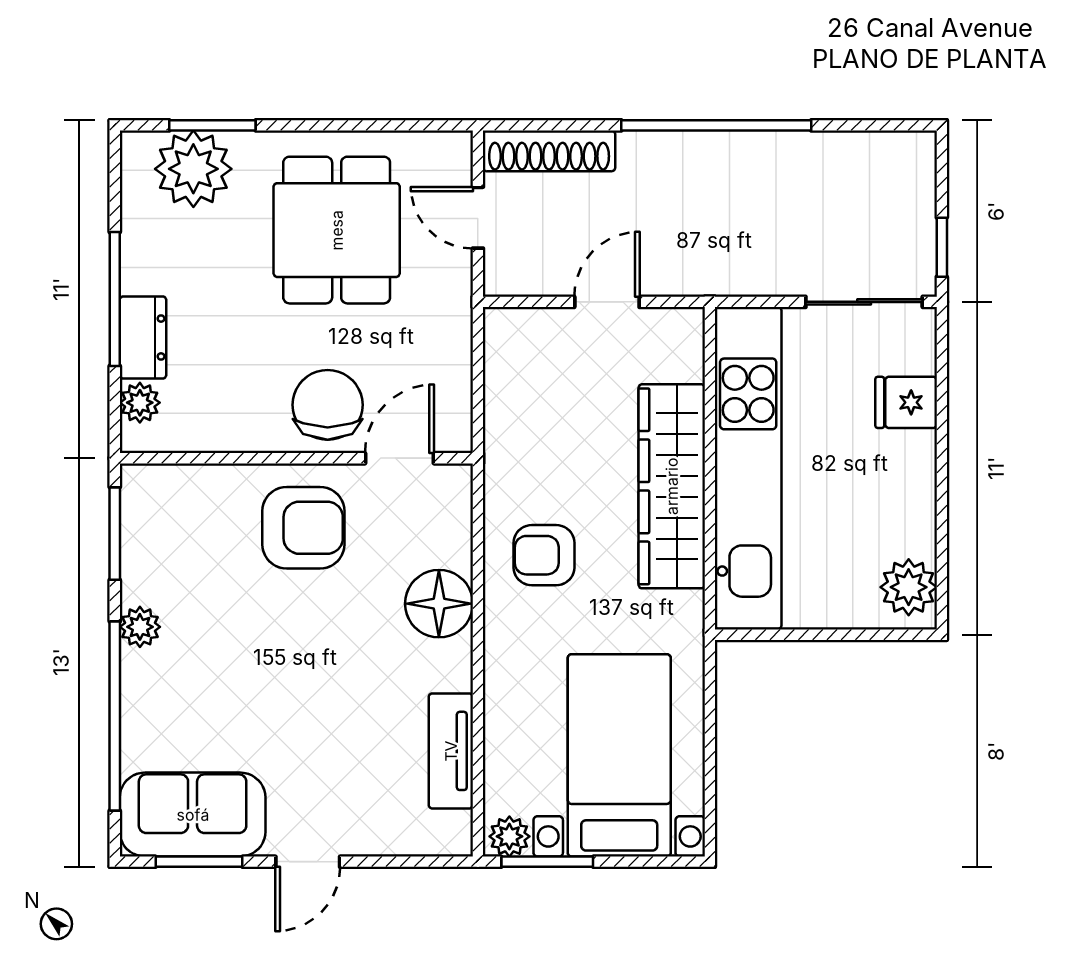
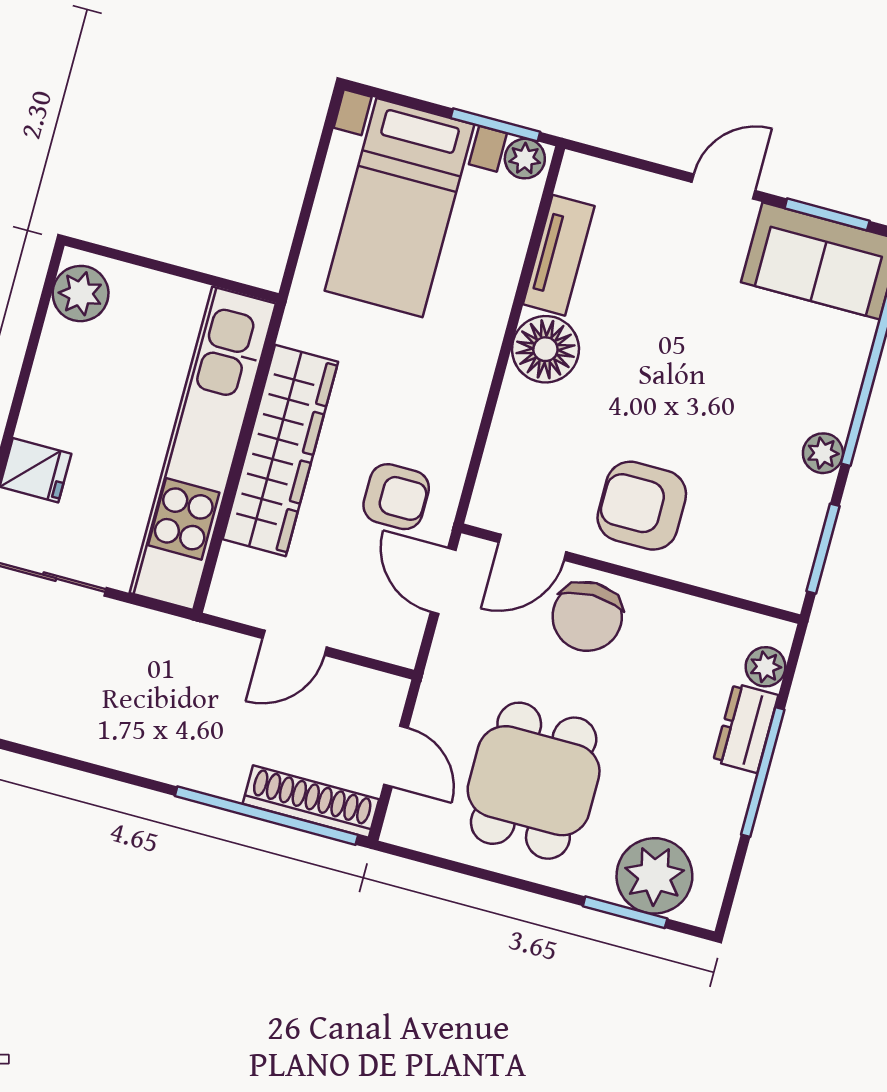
window: (716, 125) -> (266, 816), moved
door: (478, 402) -> (443, 581), added
armchair: (544, 555) -> (396, 497), moved
floor lamp: (439, 604) -> (545, 349), moved

